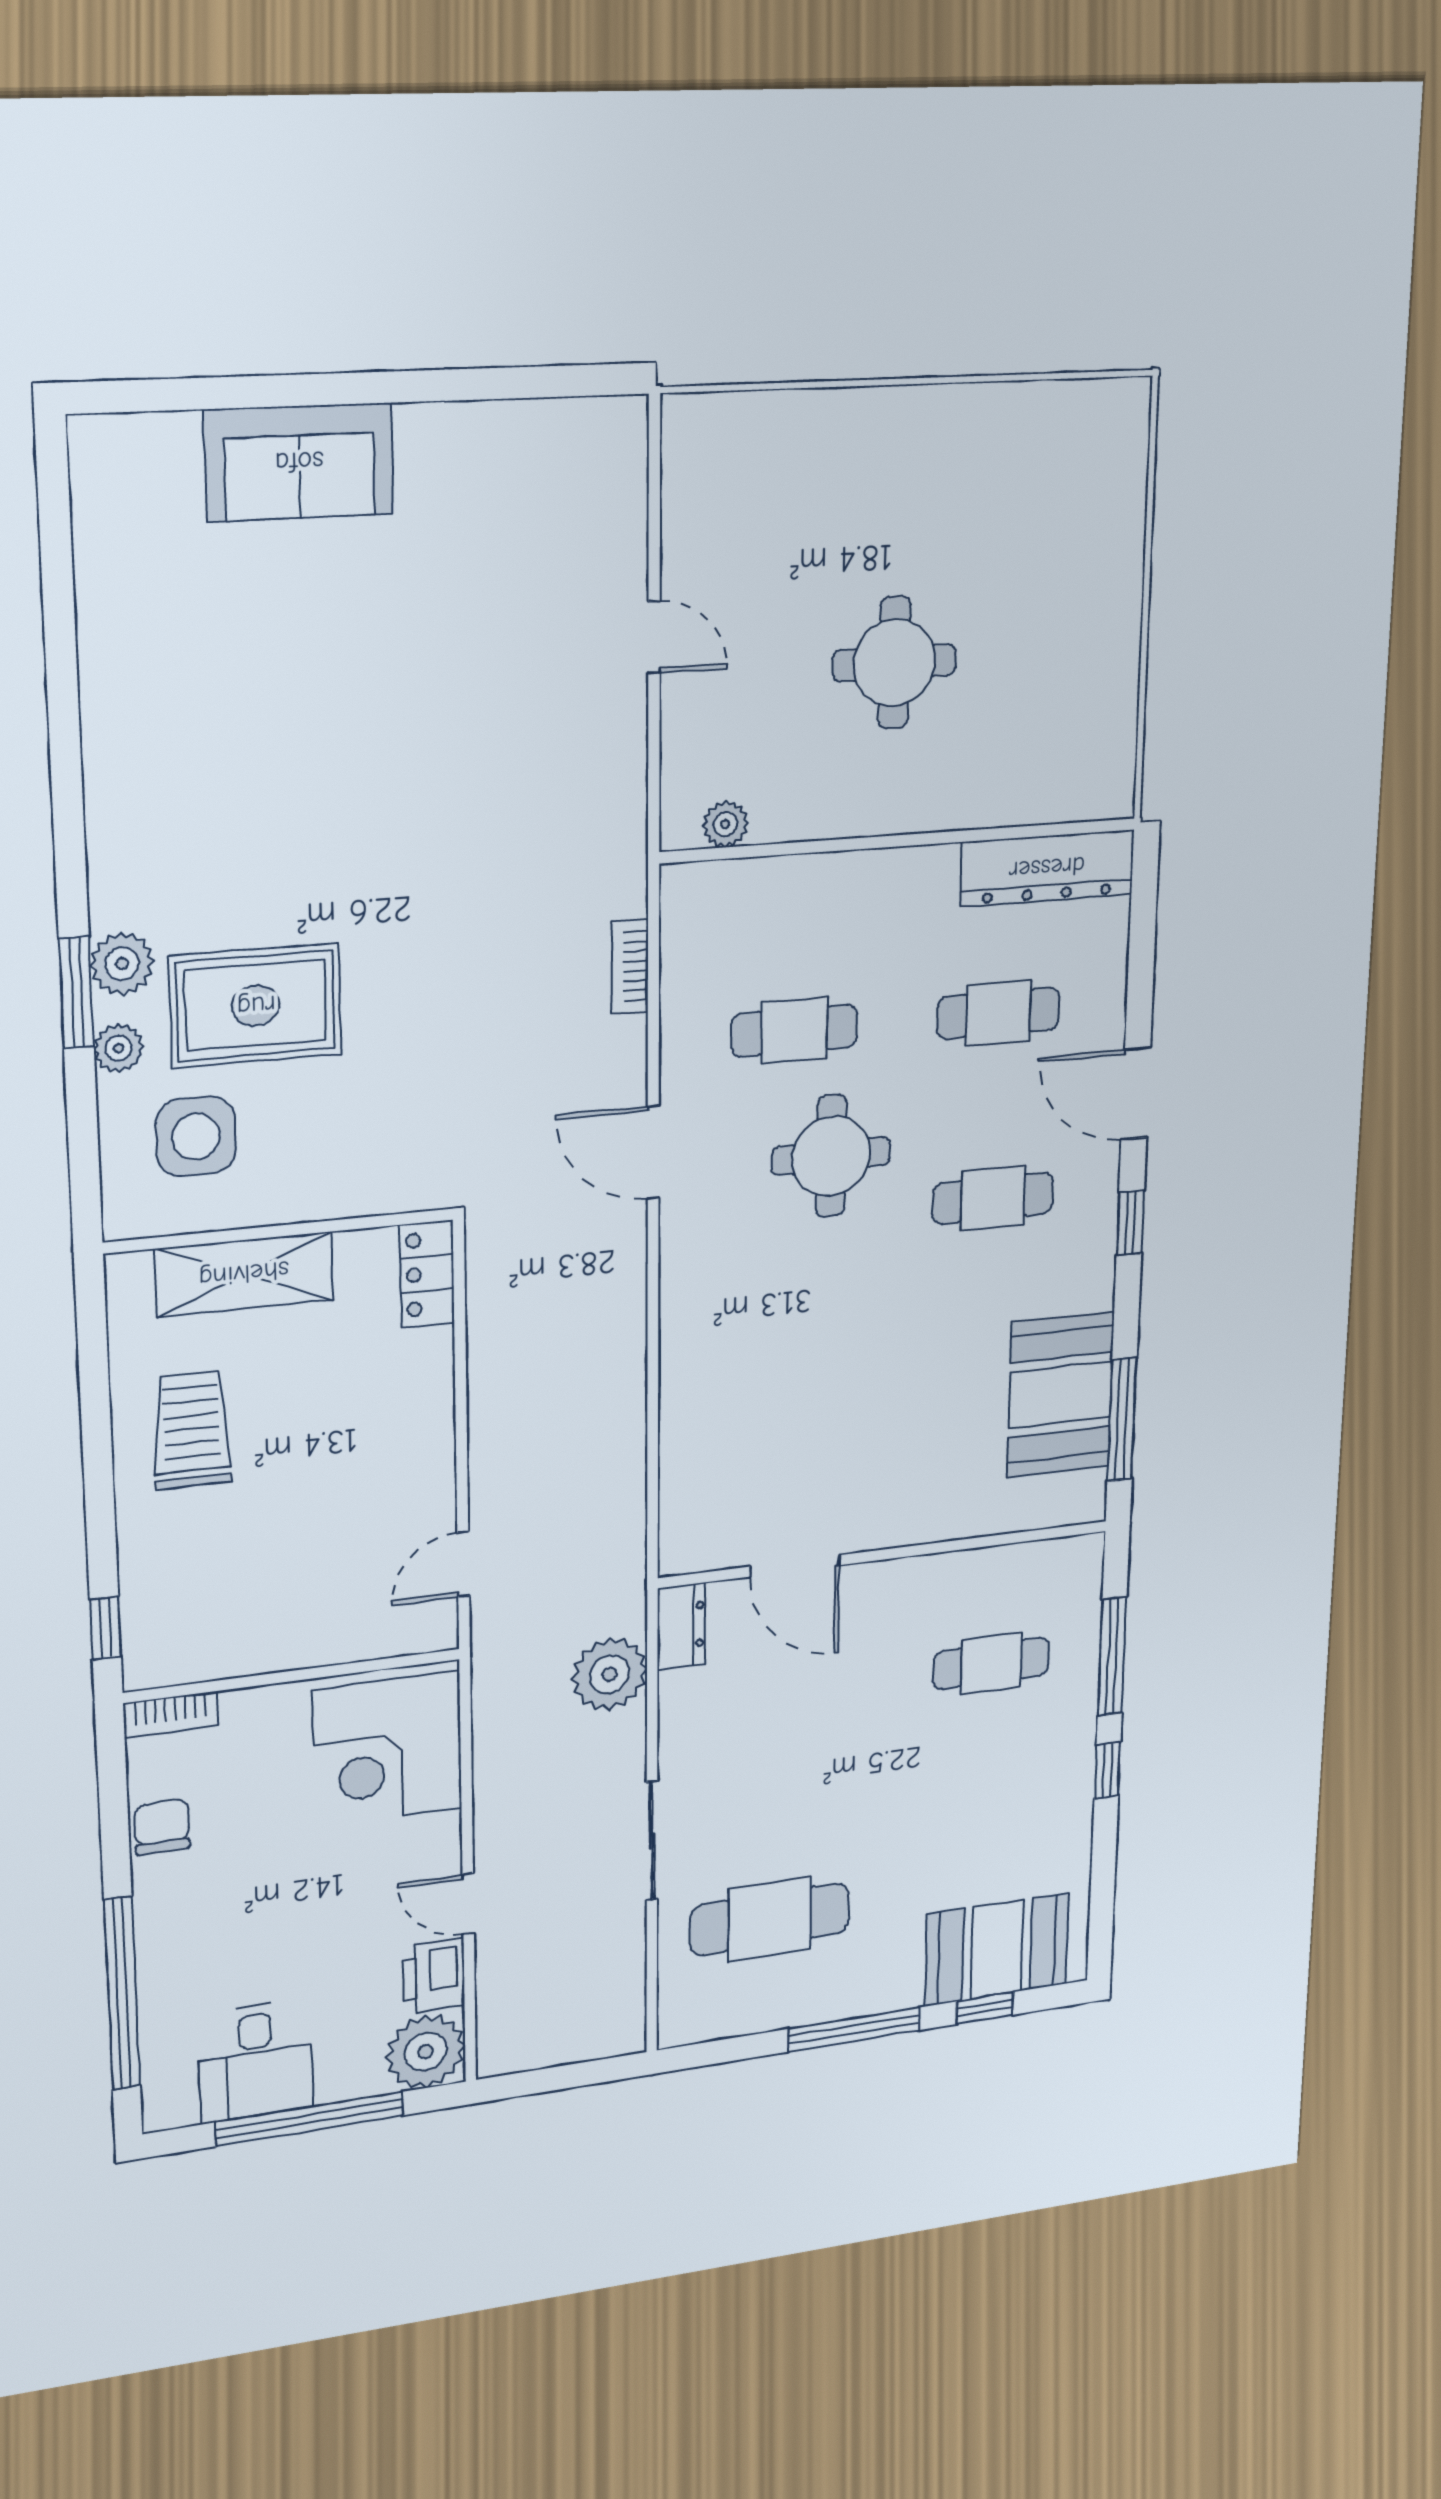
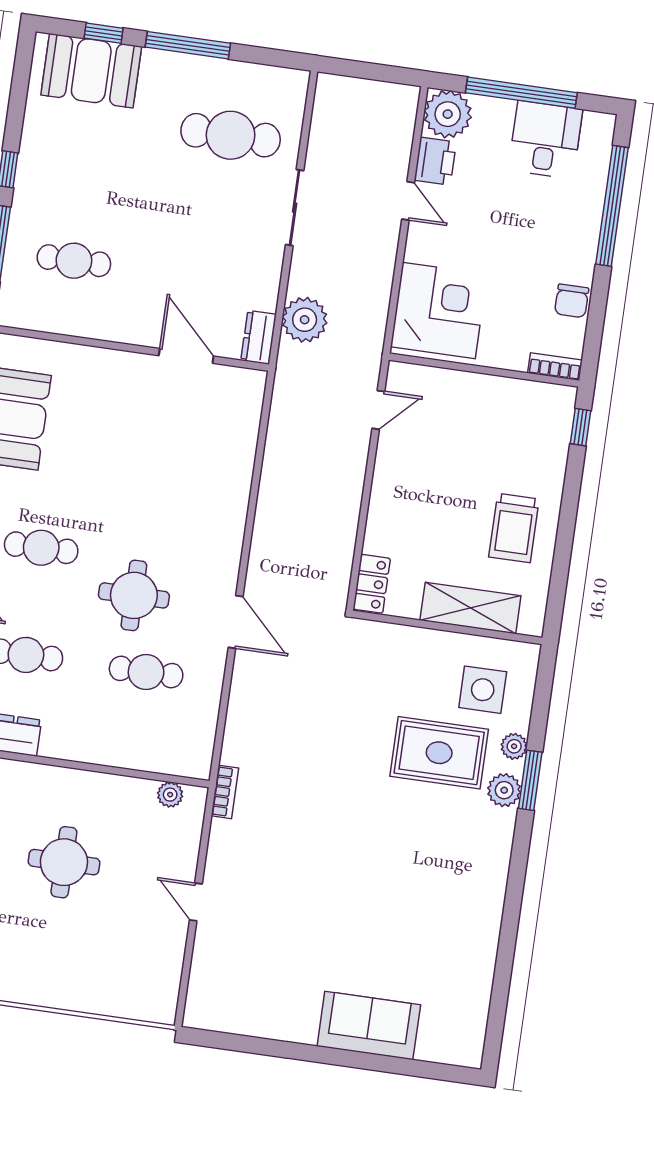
bookcase: (630, 967) -> (225, 792), moved

